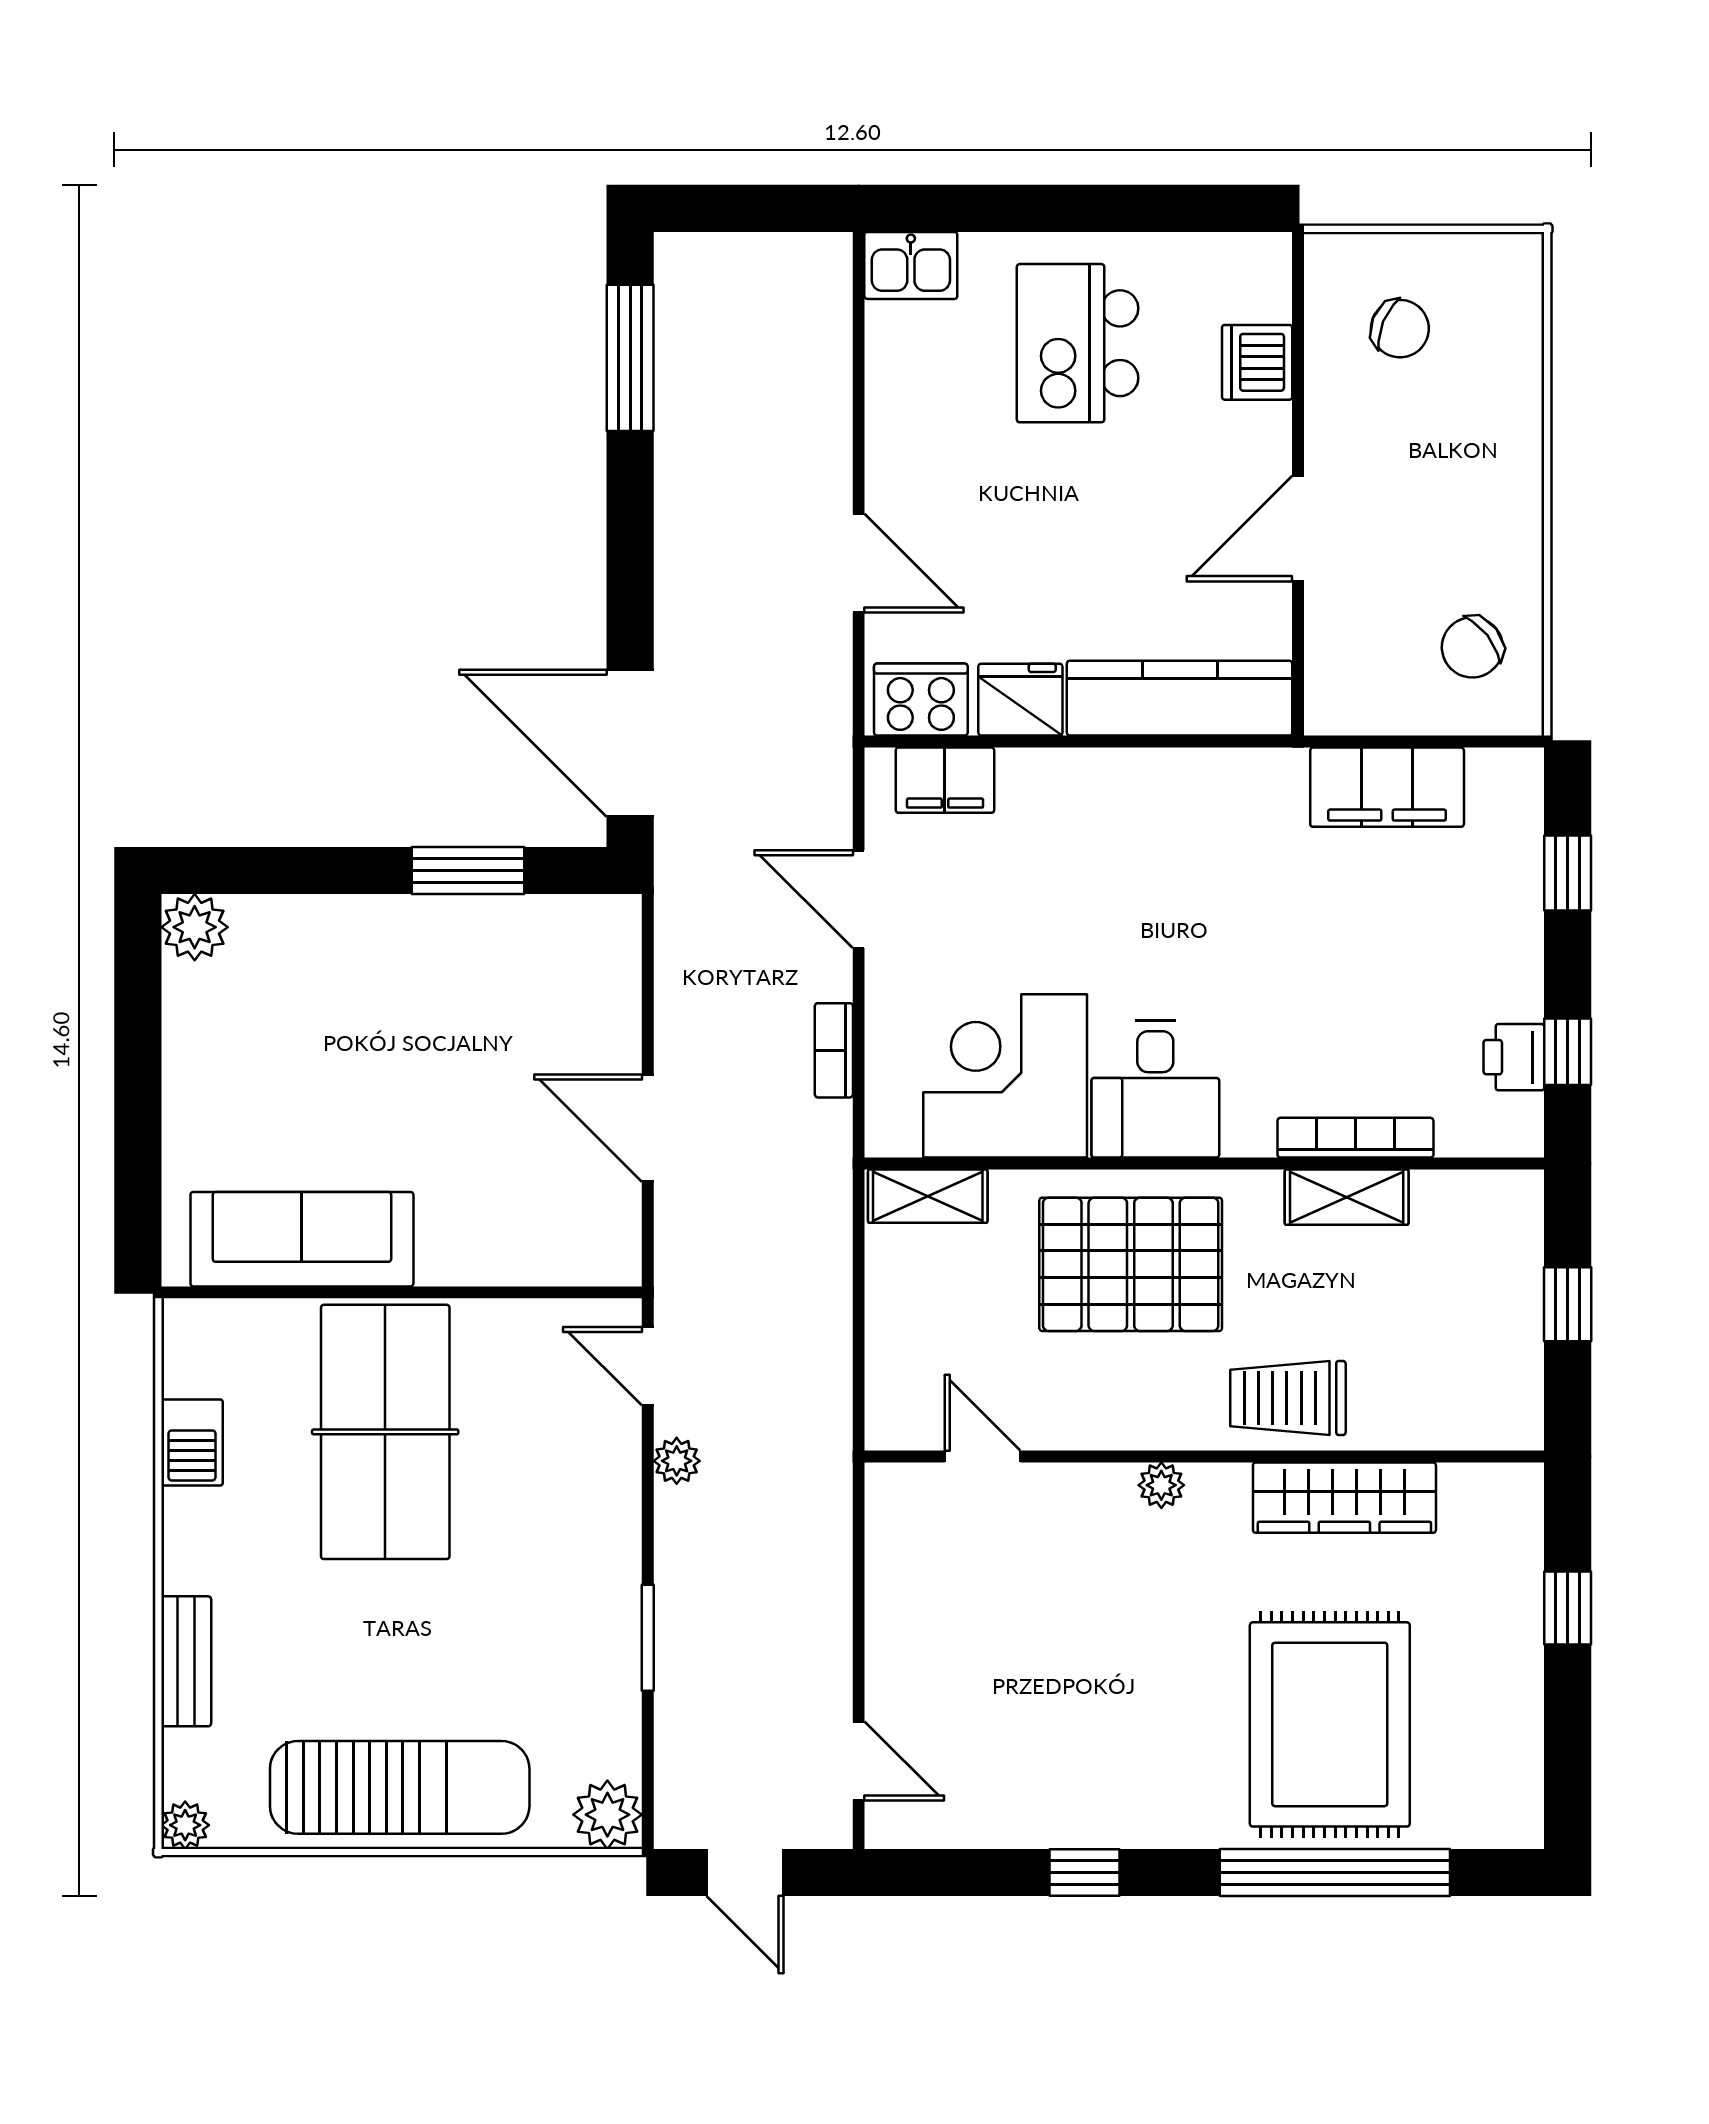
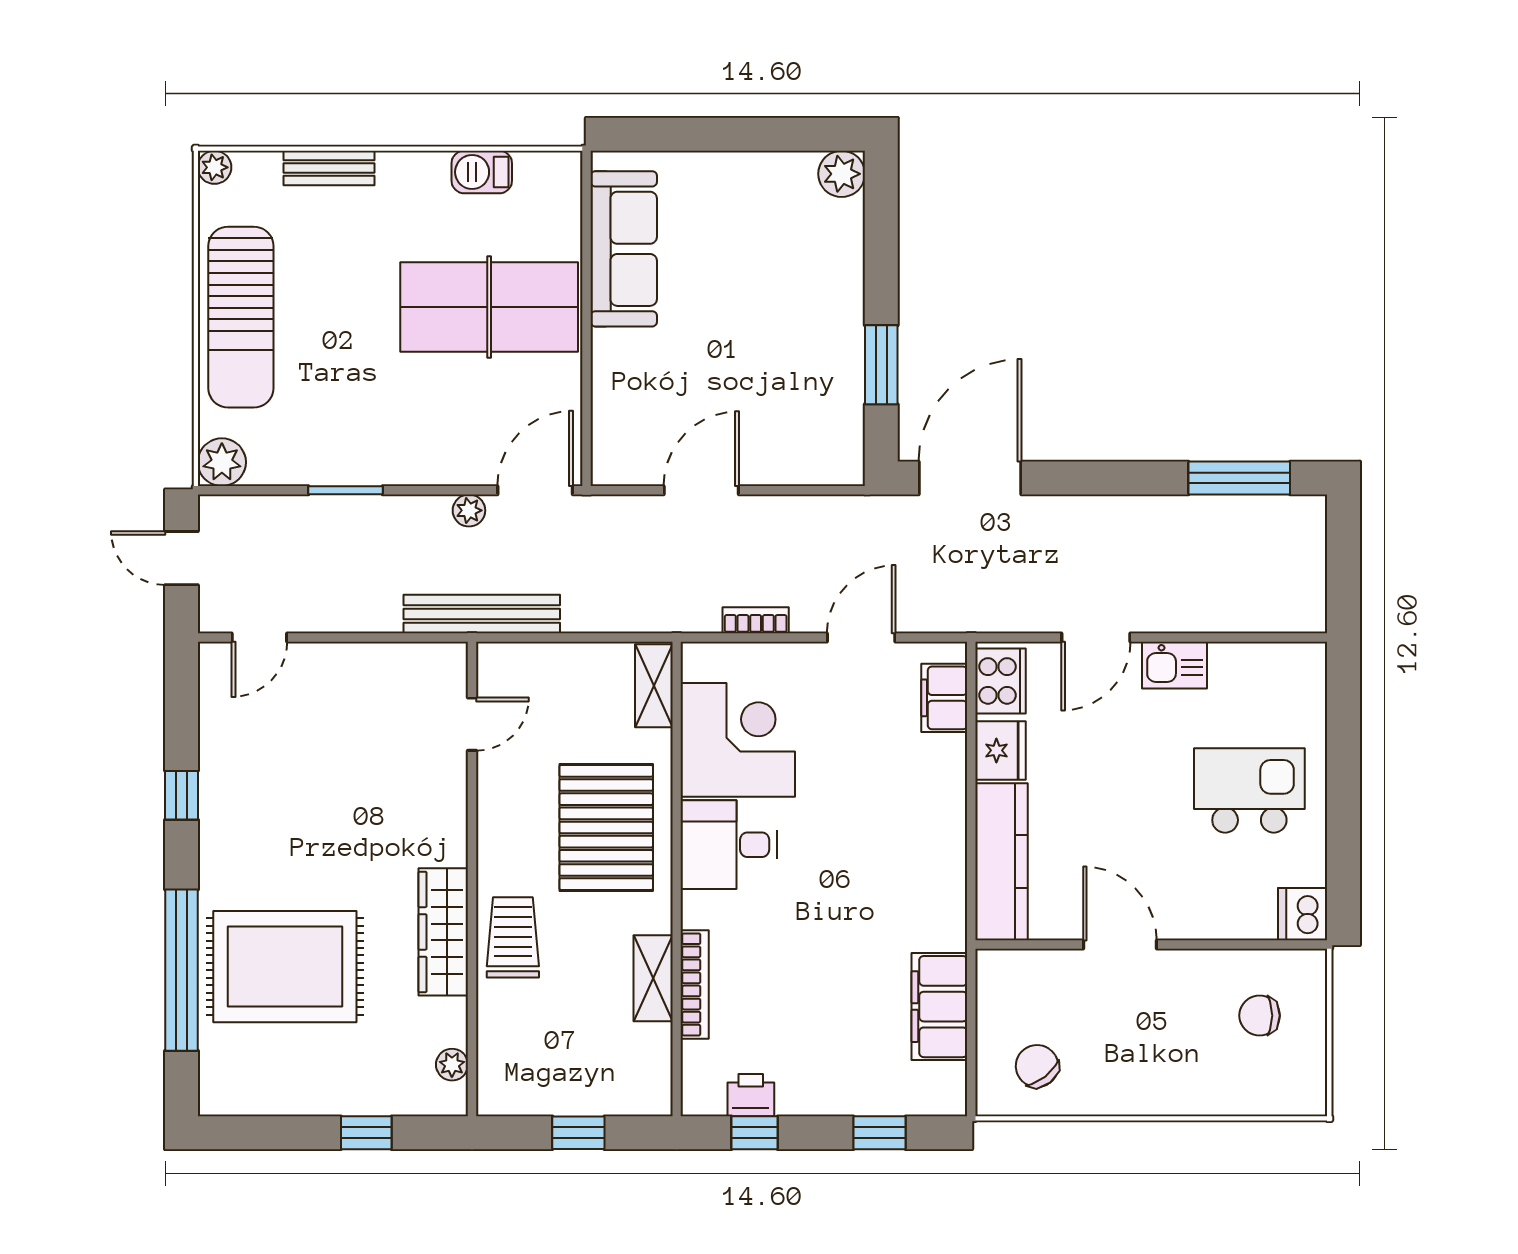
kitchen sink: (911, 265) -> (1174, 665), moved, turned -90
chair: (1400, 329) -> (1260, 1016), turned 68
dishwasher: (1257, 362) -> (1303, 914), moved, turned -90
door: (648, 1366) -> (535, 490), width x1.38
bench: (825, 1442) -> (482, 614), added
plant: (1161, 1485) -> (452, 1065), moved
wardrobe: (1344, 1498) -> (443, 932), moved
door: (745, 1872) -> (182, 558), hinge flipped

